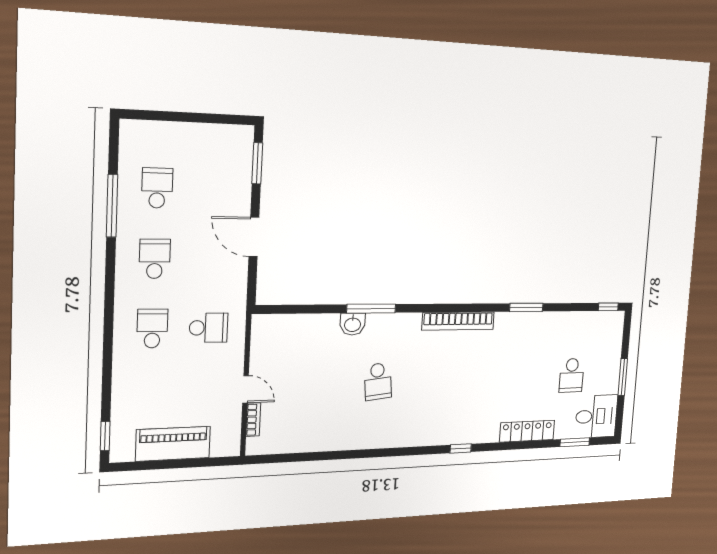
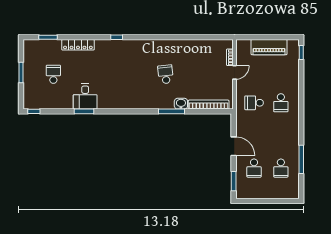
school desk: (155, 259) -> (254, 168), moved
bookcase: (458, 321) -> (209, 105), moved
door: (245, 389) -> (234, 72), swing flipped
desk: (596, 416) -> (85, 97), moved, turned -90

